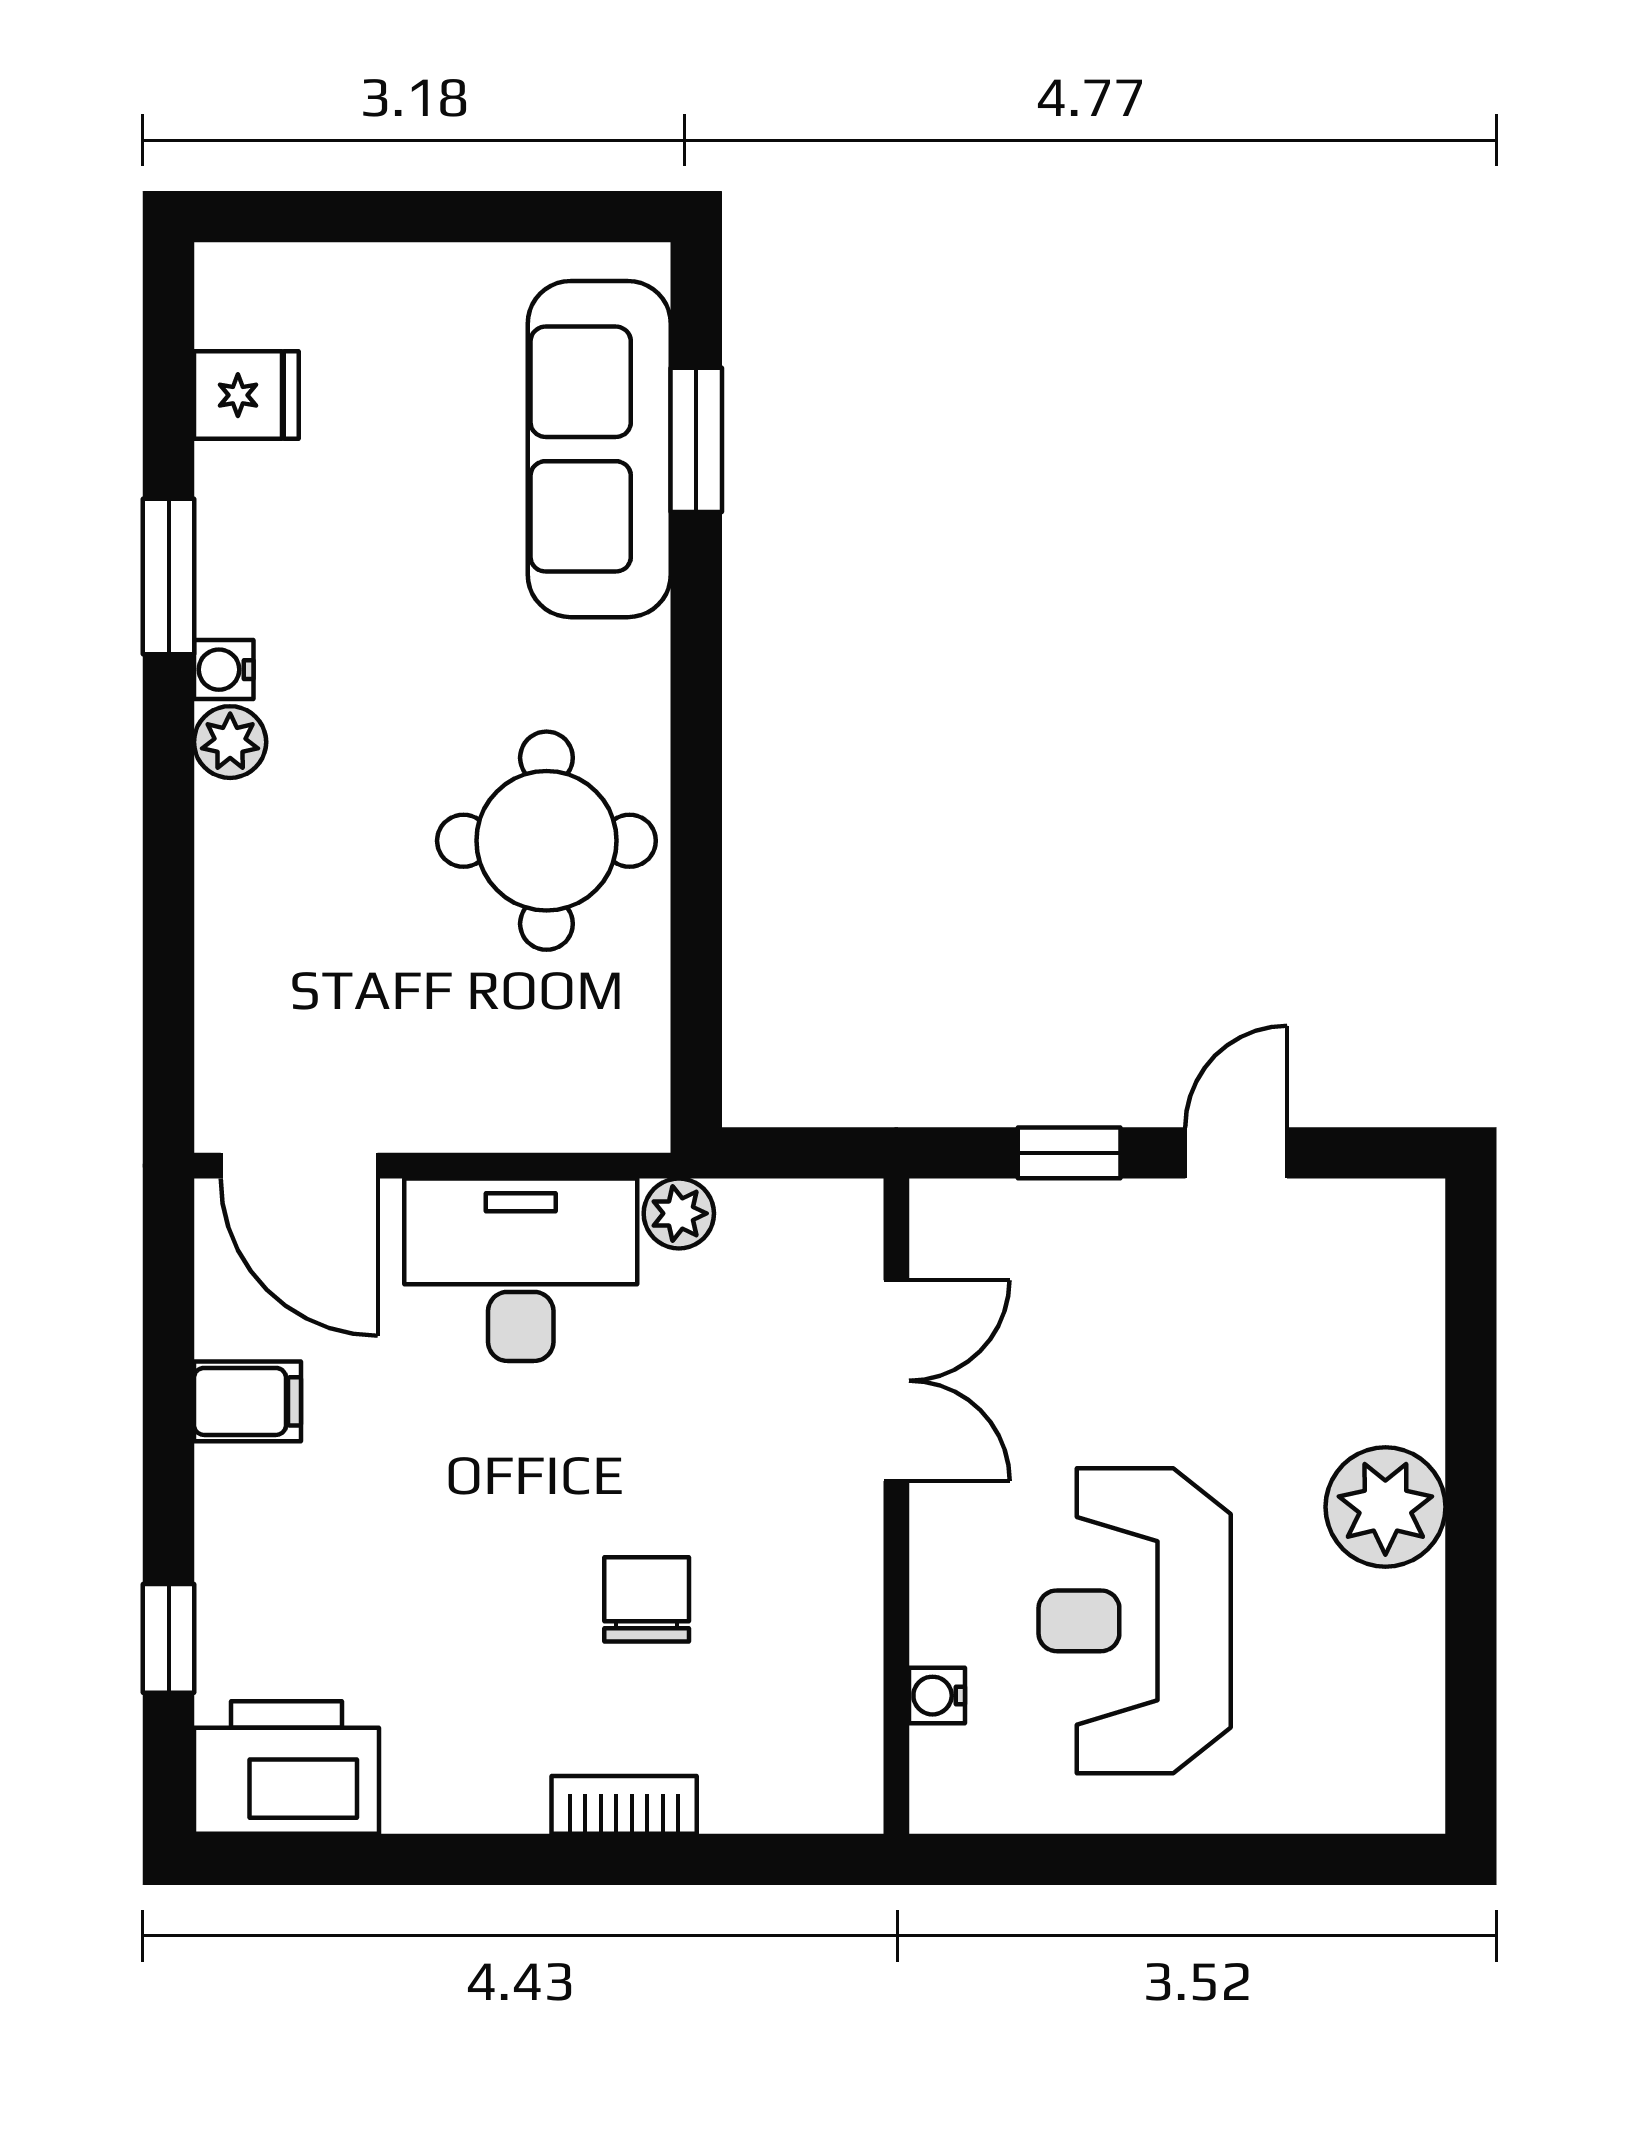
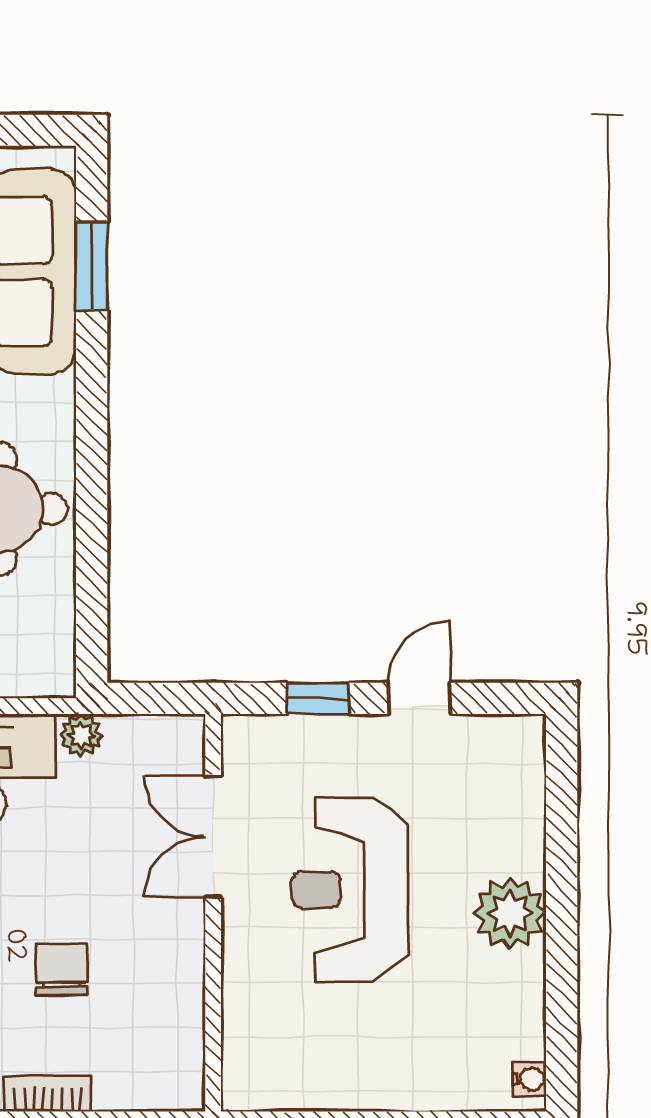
double door: (896, 1381) -> (213, 837), swing flipped
reception desk: (1135, 1621) -> (350, 890), moved
water cooler: (937, 1696) -> (529, 1079), moved, turned 180

